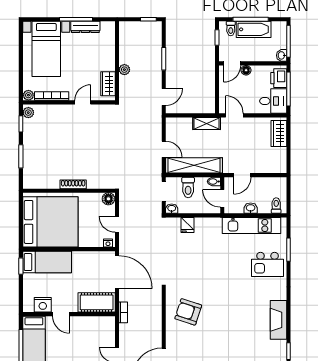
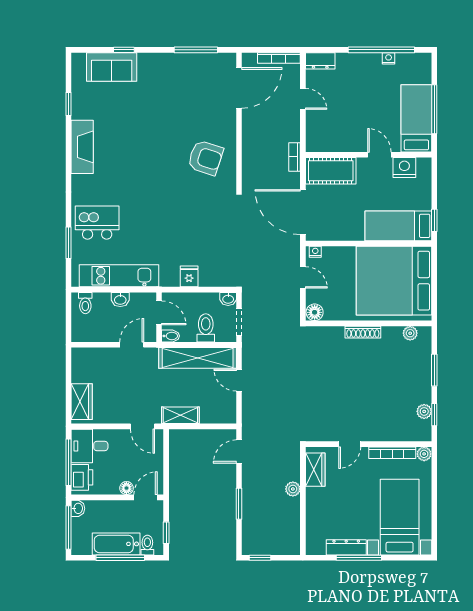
plant: (28, 113) -> (424, 411), moved
plant: (39, 184) -> (410, 333), added
fridge: (188, 225) -> (189, 276), moved

